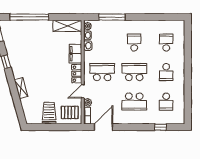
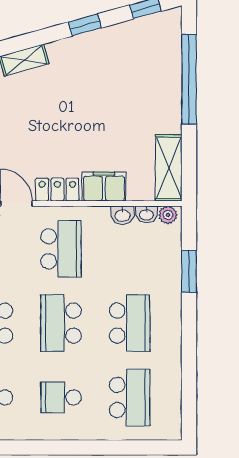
window: (112, 17) -> (189, 271), width x0.69
school desk: (134, 43) -> (130, 323), width x1.85
school desk: (166, 43) -> (130, 397), width x1.85
school desk: (134, 72) -> (61, 323), turned 180

